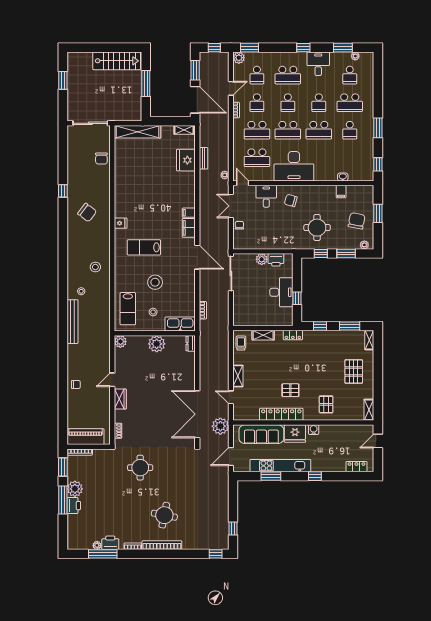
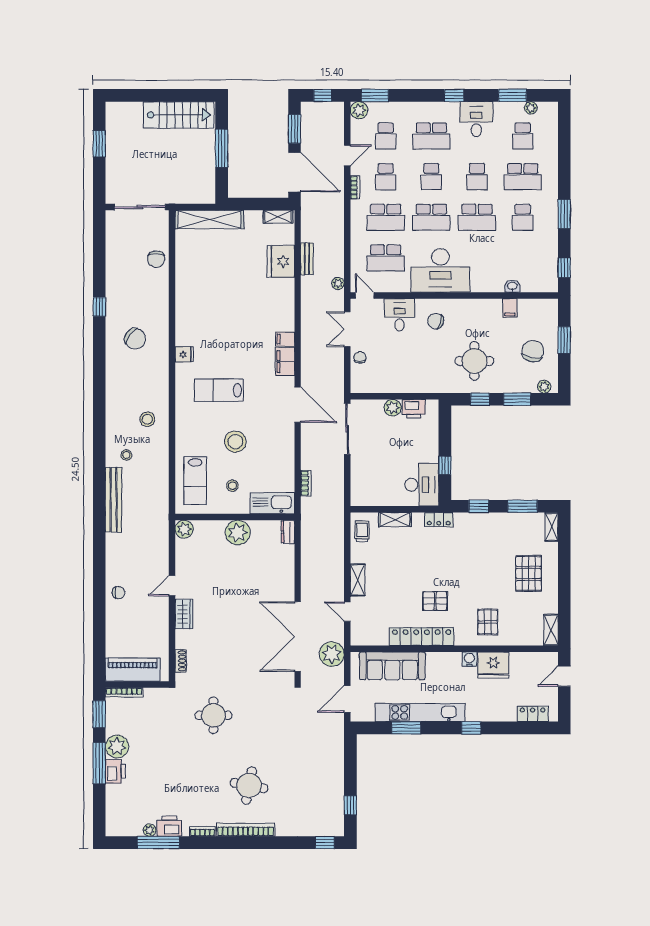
desk: (281, 292) -> (422, 485), moved
fridge: (295, 434) -> (493, 665), moved

